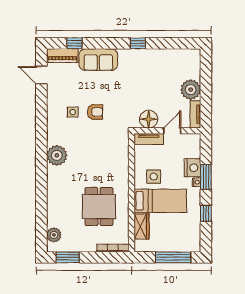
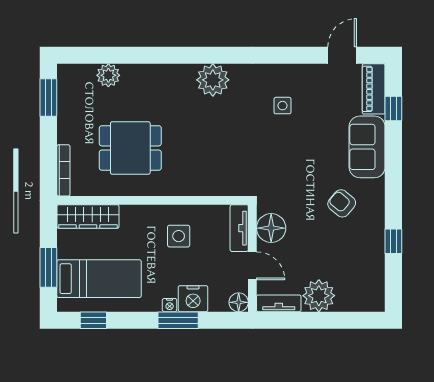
window: (138, 43) -> (393, 241), moved
armchair: (95, 112) -> (342, 203), moved, turned 130
floor lamp: (195, 139) -> (239, 302), added
bed: (160, 201) -> (99, 279), moved, turned -90
window: (206, 213) -> (93, 320), moved
wardrobe: (142, 226) -> (88, 216), width x1.50
plant: (54, 235) -> (108, 75), moved
window: (173, 257) -> (48, 267), width x0.69

